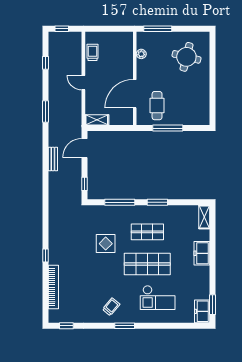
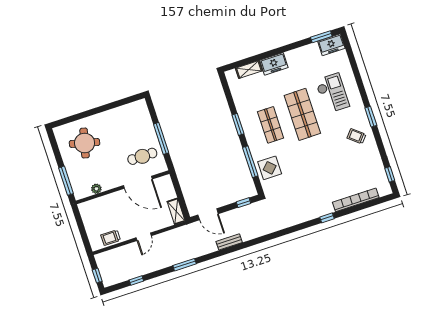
shelving: (204, 217) -> (249, 69), moved
display table: (106, 244) -> (270, 168), moved

